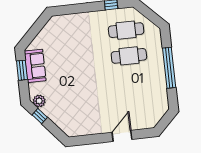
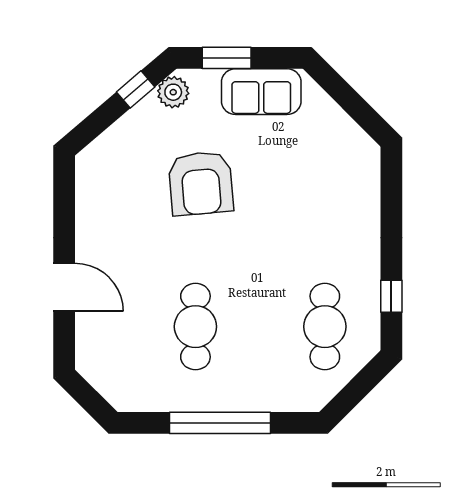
cafe table: (129, 56) -> (195, 327), moved
window: (22, 70) -> (227, 58), moved
armchair: (74, 86) -> (201, 183), added

